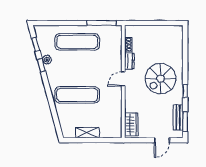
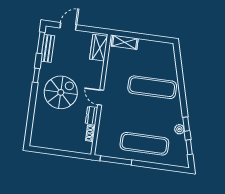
door: (123, 79) -> (101, 97), swing flipped
shelving: (87, 133) -> (125, 42), moved

